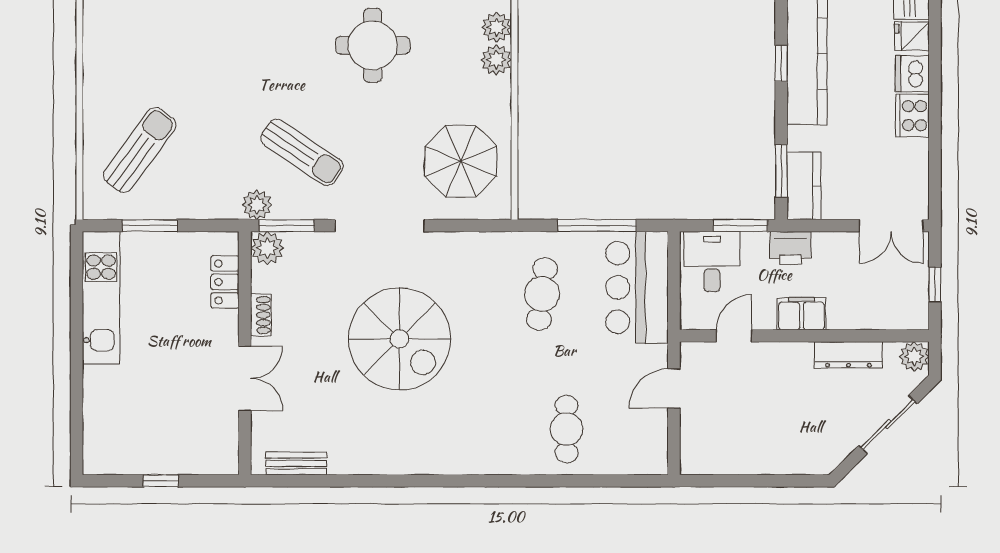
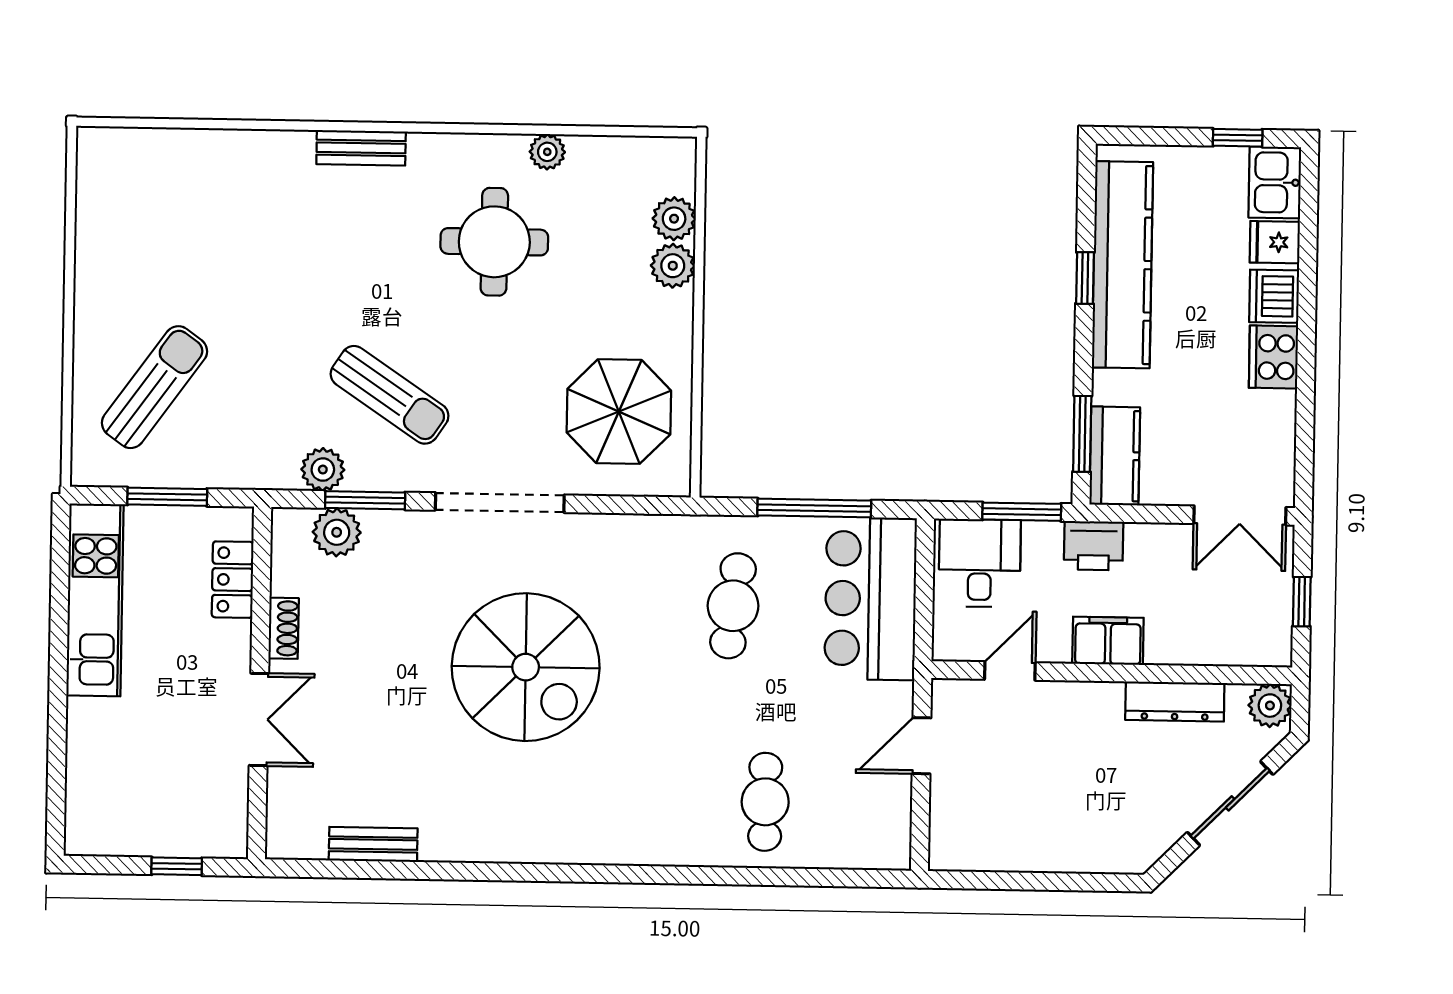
locker: (225, 282) -> (233, 580), moved
shoe rack: (261, 315) -> (284, 628), moved
wall: (245, 353) -> (260, 683), moved
double door: (245, 378) -> (259, 719), moved

